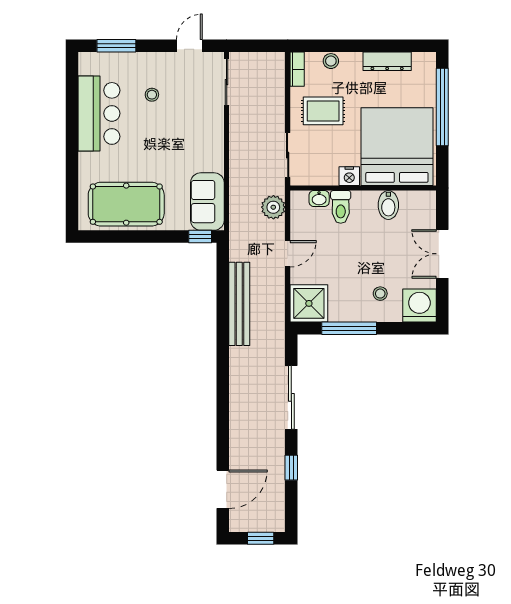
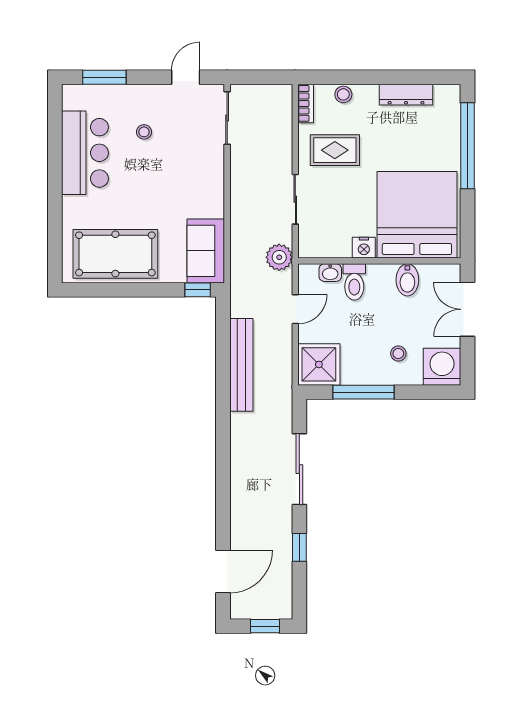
bed: (397, 147) -> (417, 215), moved
nightstand: (349, 176) -> (364, 248), moved
wall: (363, 188) -> (379, 261), moved
washbasin: (319, 199) -> (330, 273), moved
bidet: (388, 205) -> (407, 280), moved
toilet: (341, 207) -> (354, 282), moved

